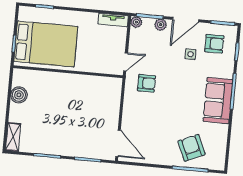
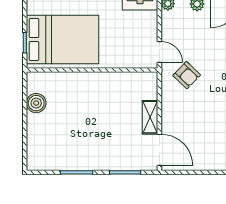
door: (126, 62) -> (159, 52), hinge flipped
armchair: (147, 83) -> (187, 75), turned 44
shelving: (13, 137) -> (150, 117), moved

